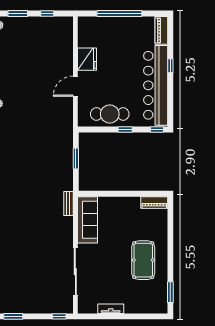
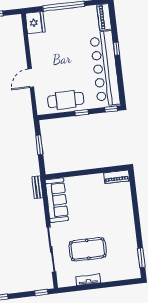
fridge: (87, 59) -> (35, 23), moved
pool table: (143, 260) -> (88, 249), moved, turned 90

